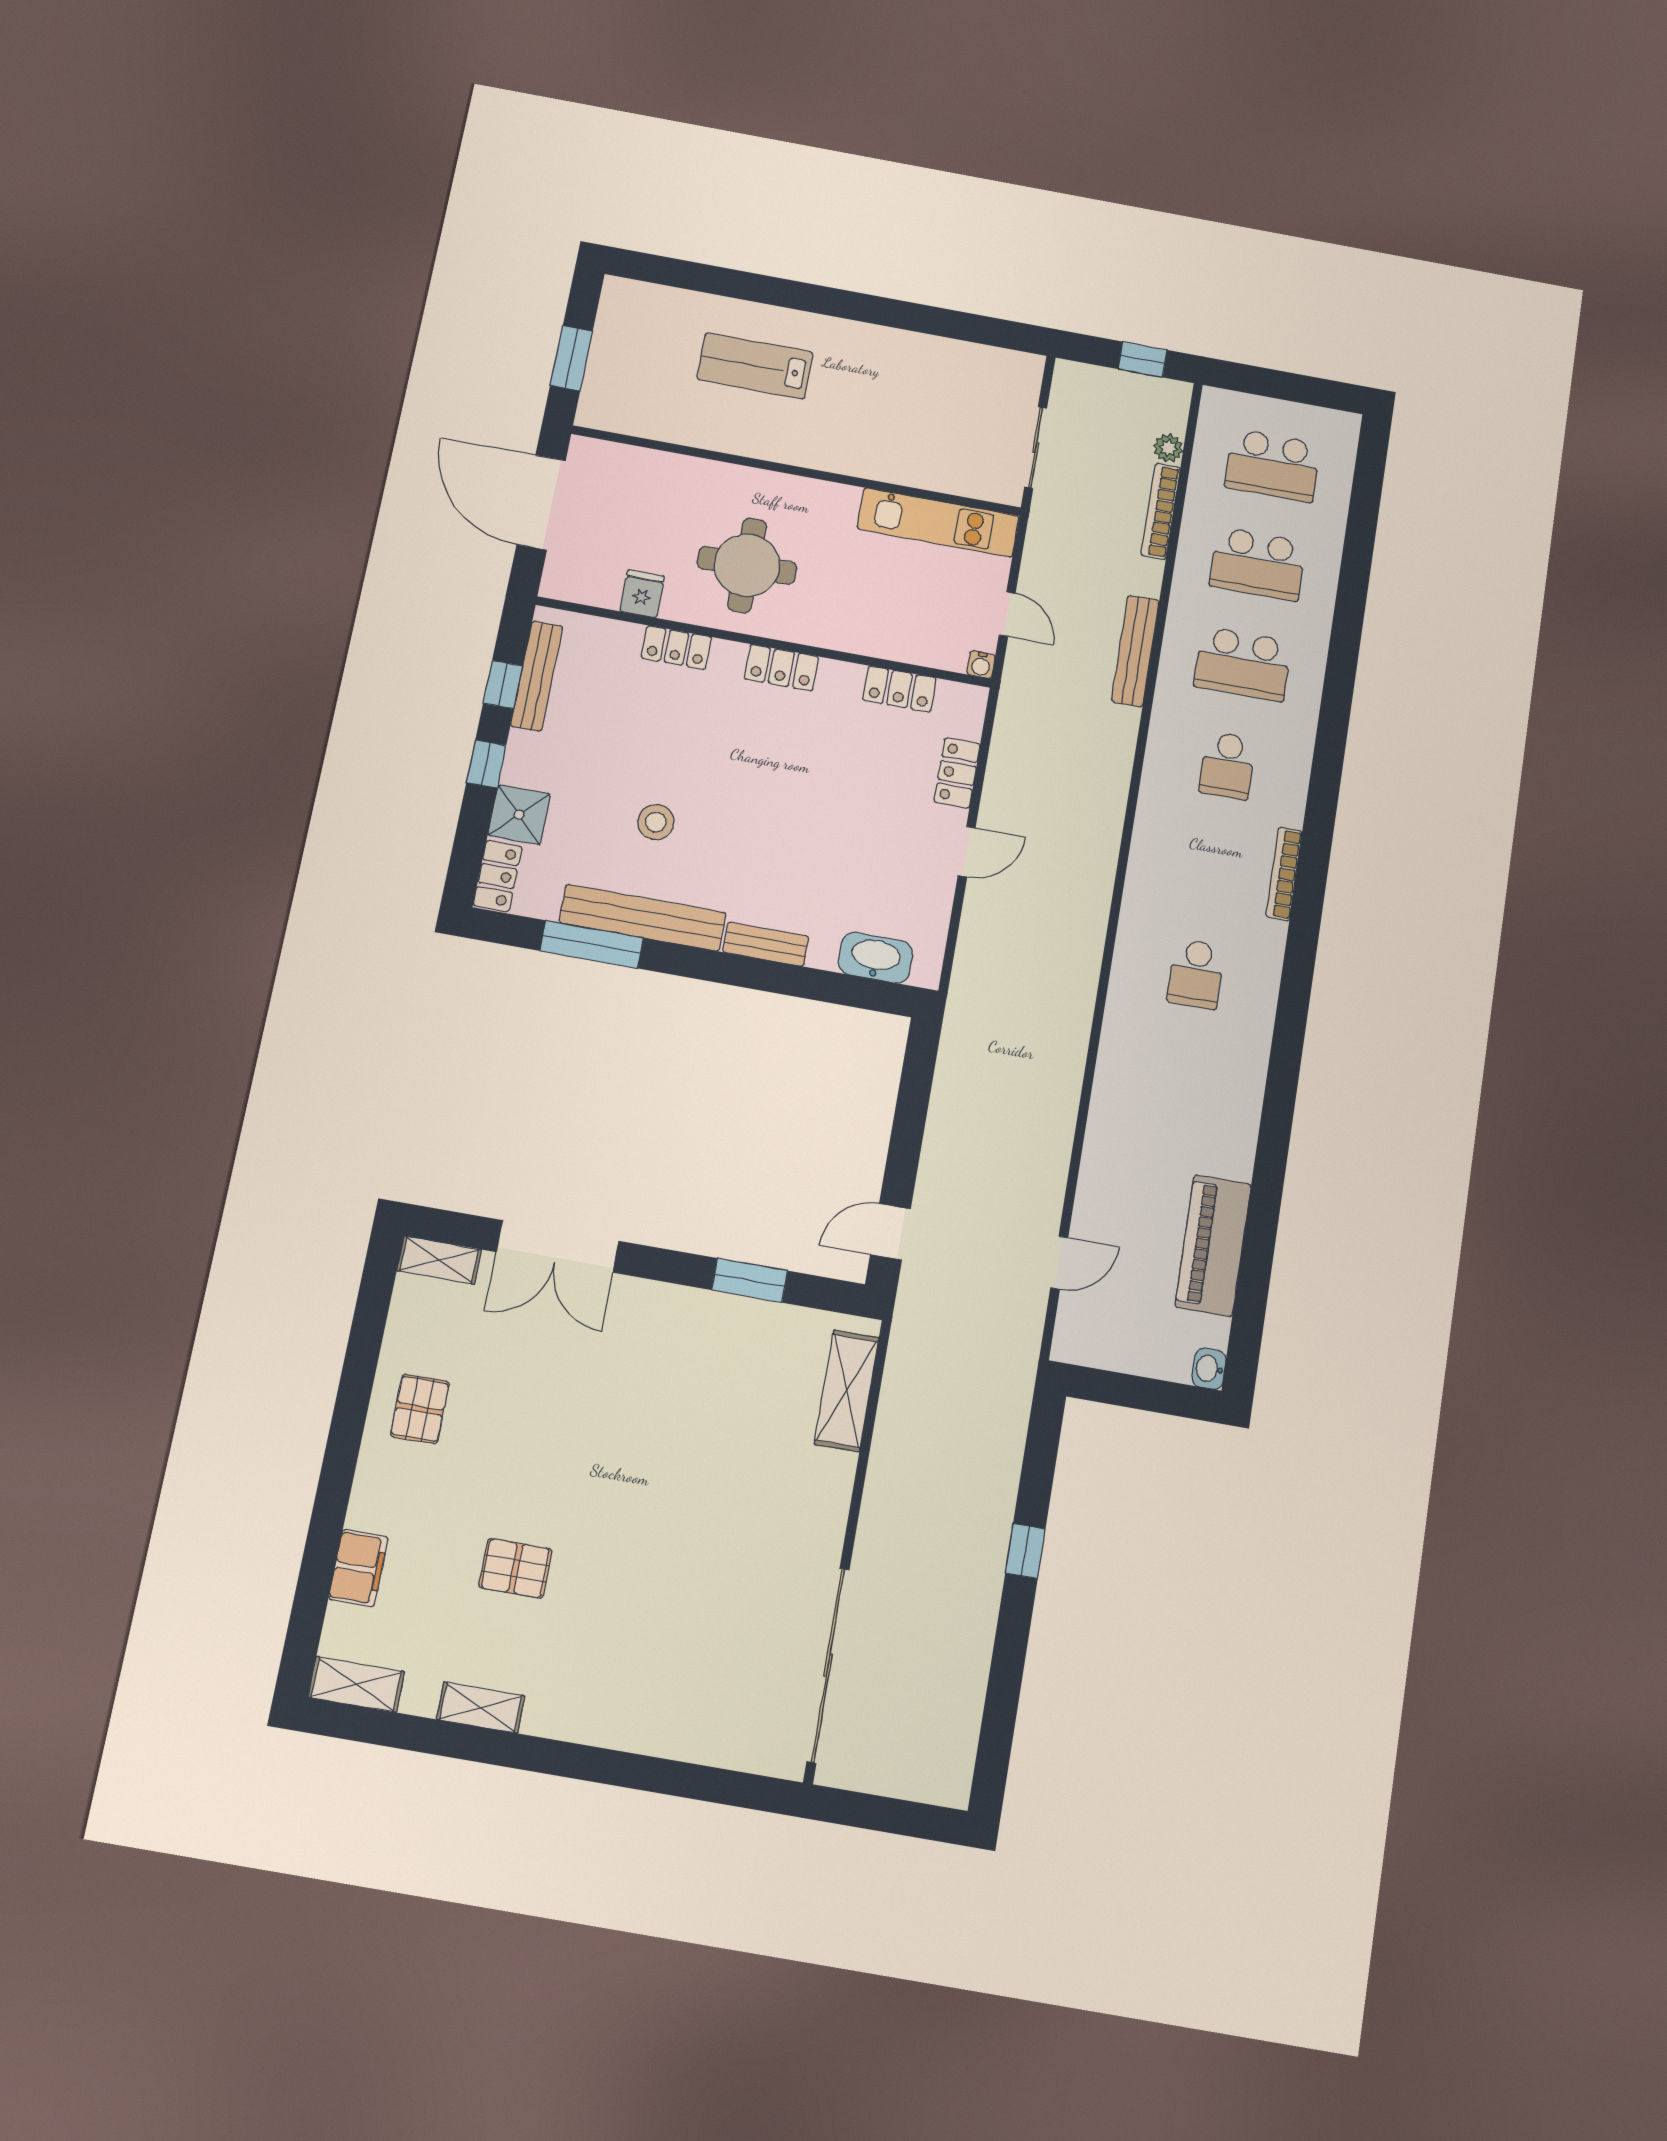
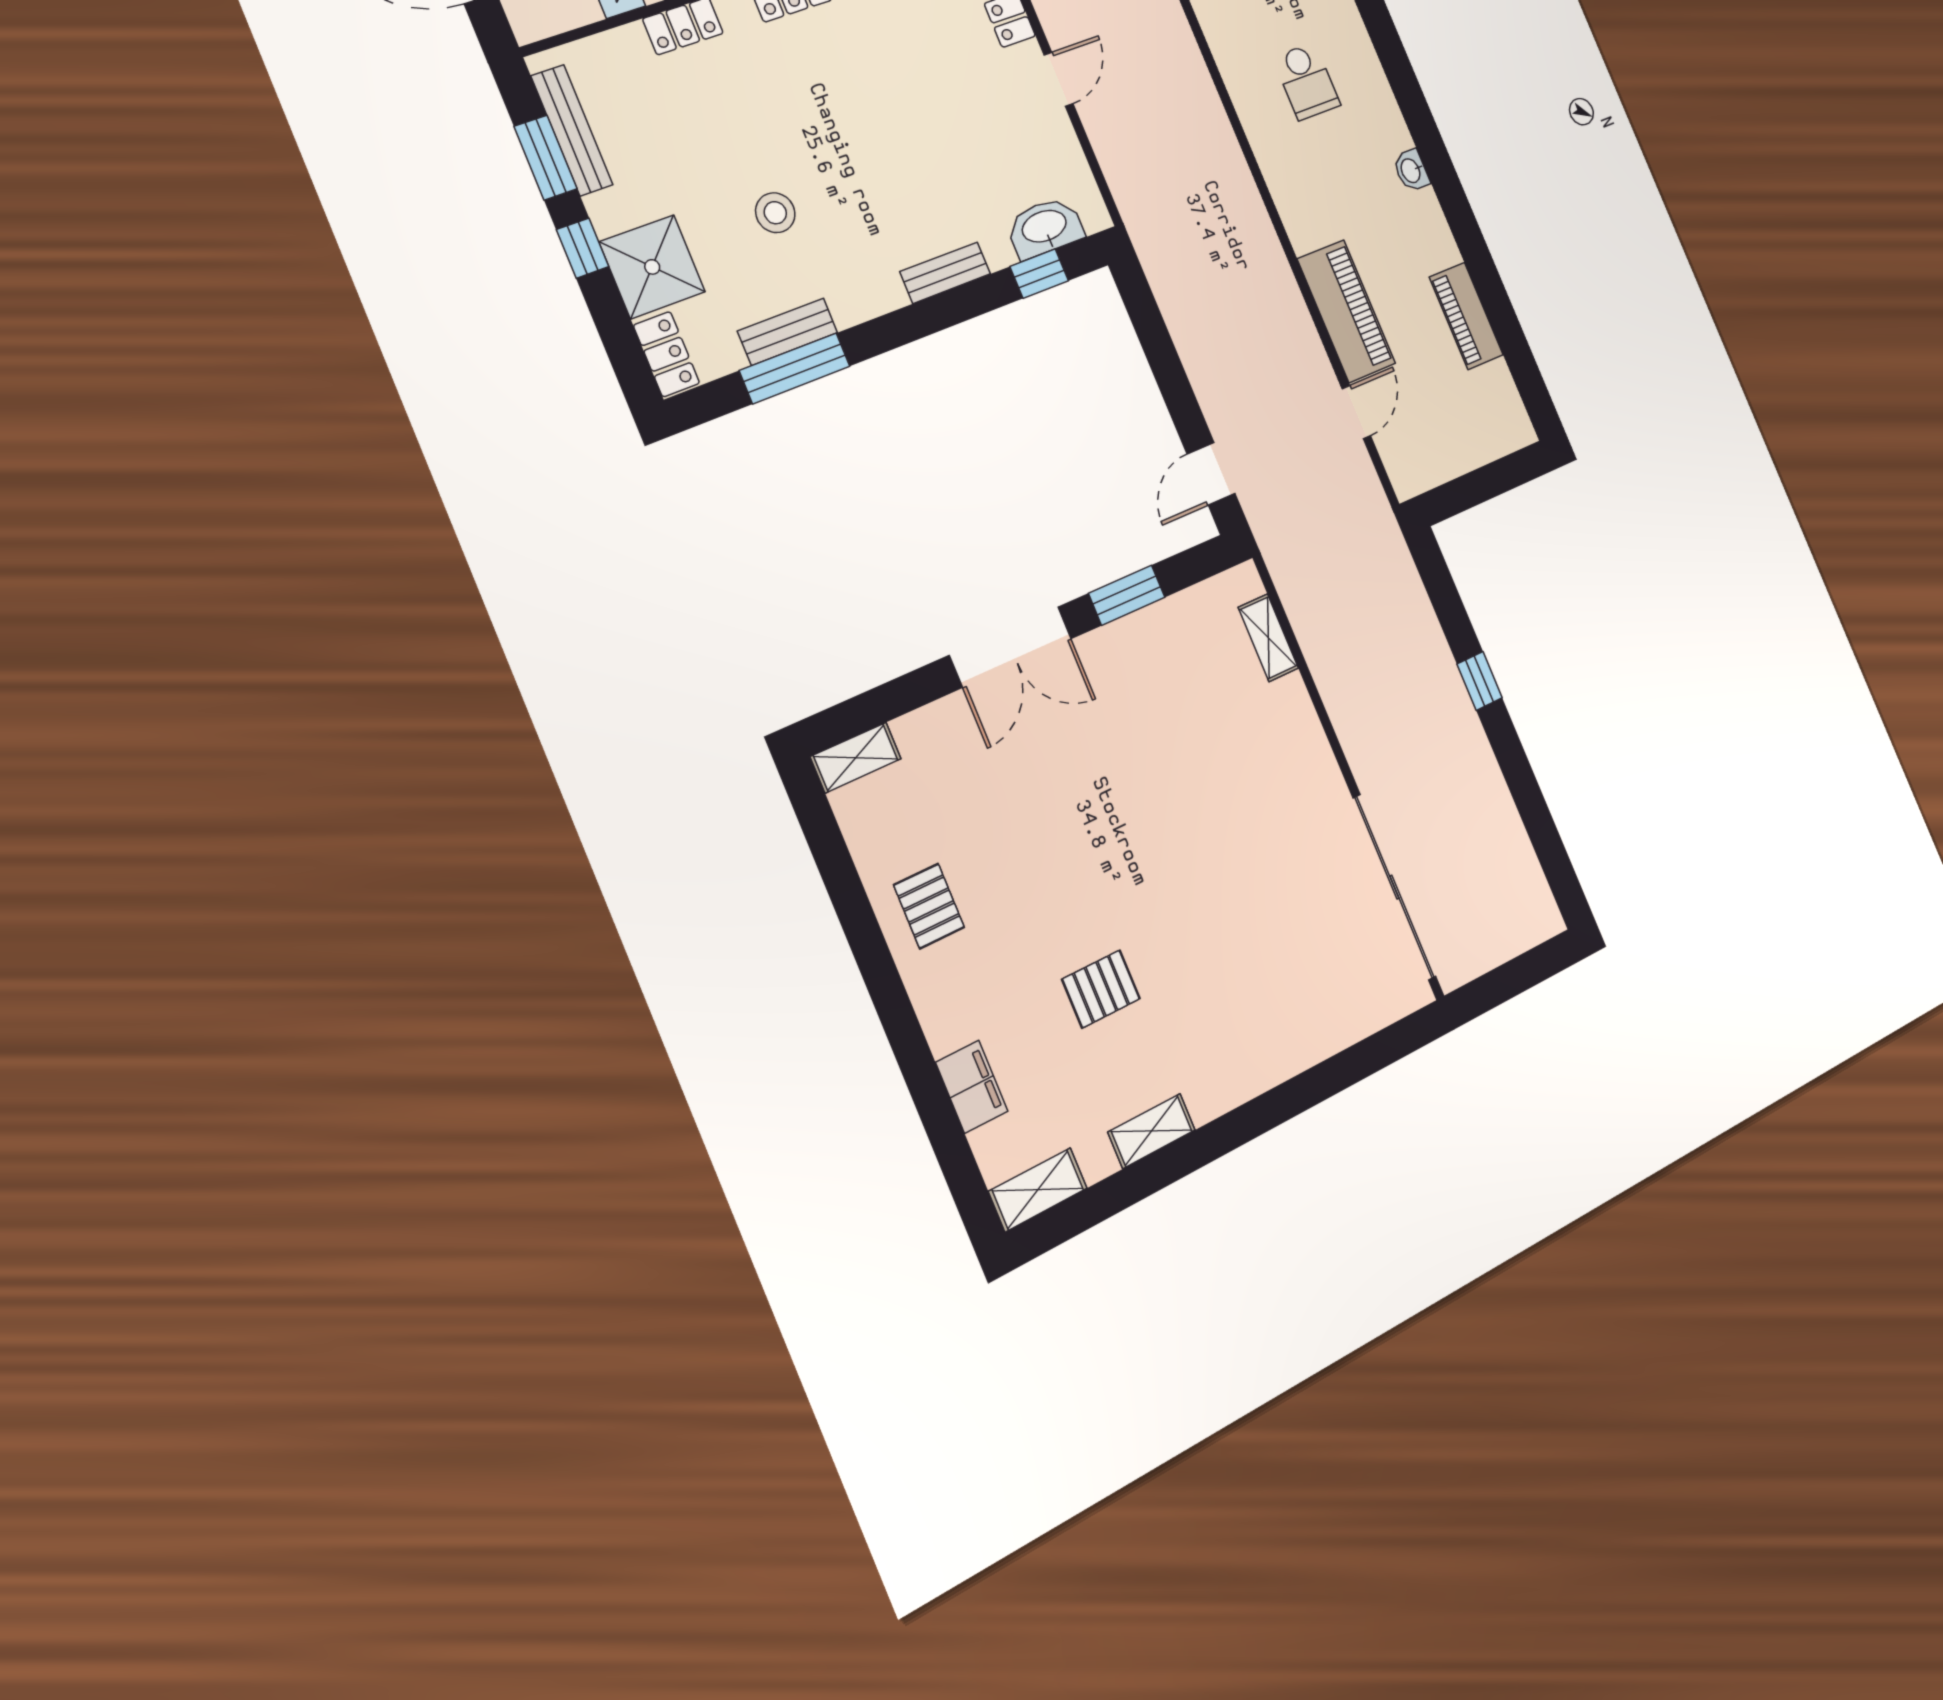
window: (503, 685) -> (545, 158), width x1.50
shower: (519, 815) -> (652, 267), width x1.36, depth x1.36
bench: (643, 918) -> (788, 332), width x0.54, depth x0.82
window: (846, 990) -> (1039, 274), added
piano: (1106, 1177) -> (1346, 311), added
piano: (1213, 1245) -> (1466, 316), width x0.73, depth x0.75
double door: (558, 1246) -> (1011, 647), moved
washbasin: (1209, 1369) -> (1411, 170), moved
shelving: (847, 1391) -> (1268, 638), width x0.67, depth x0.75

